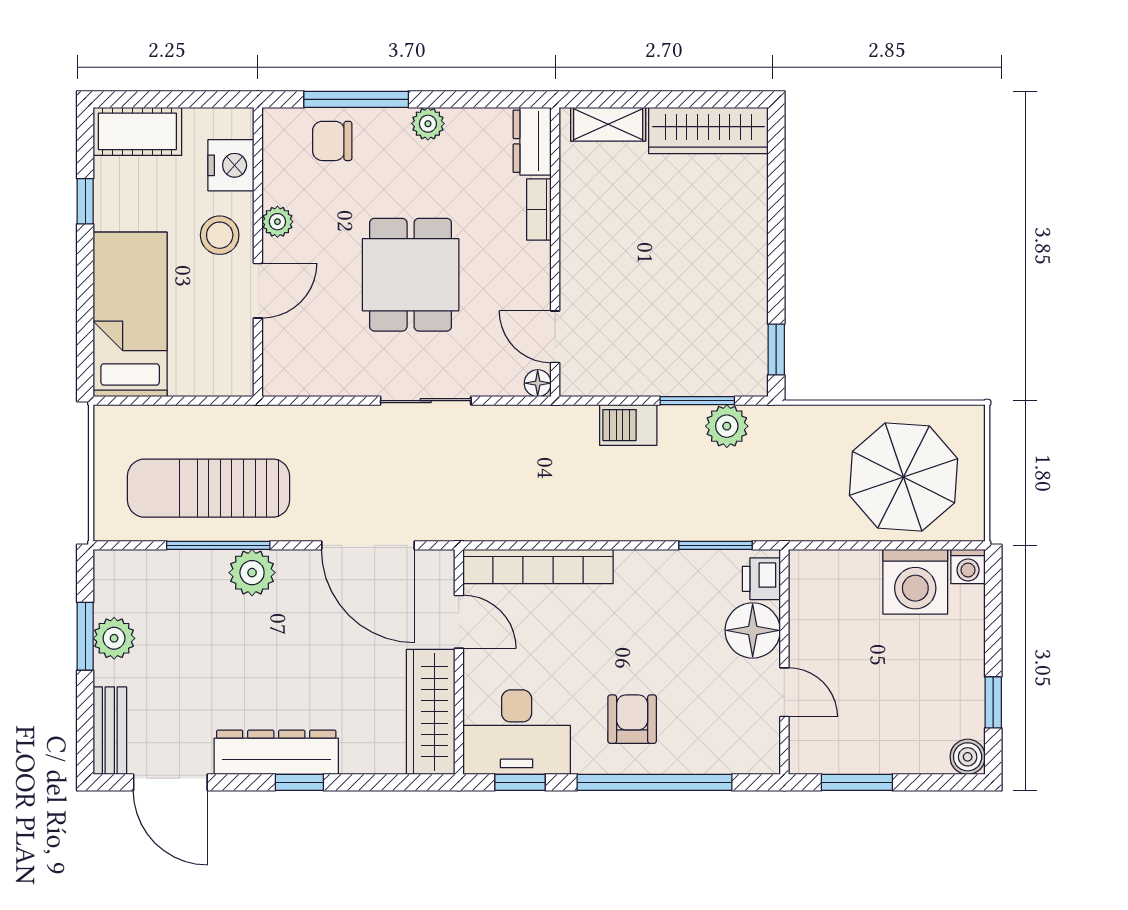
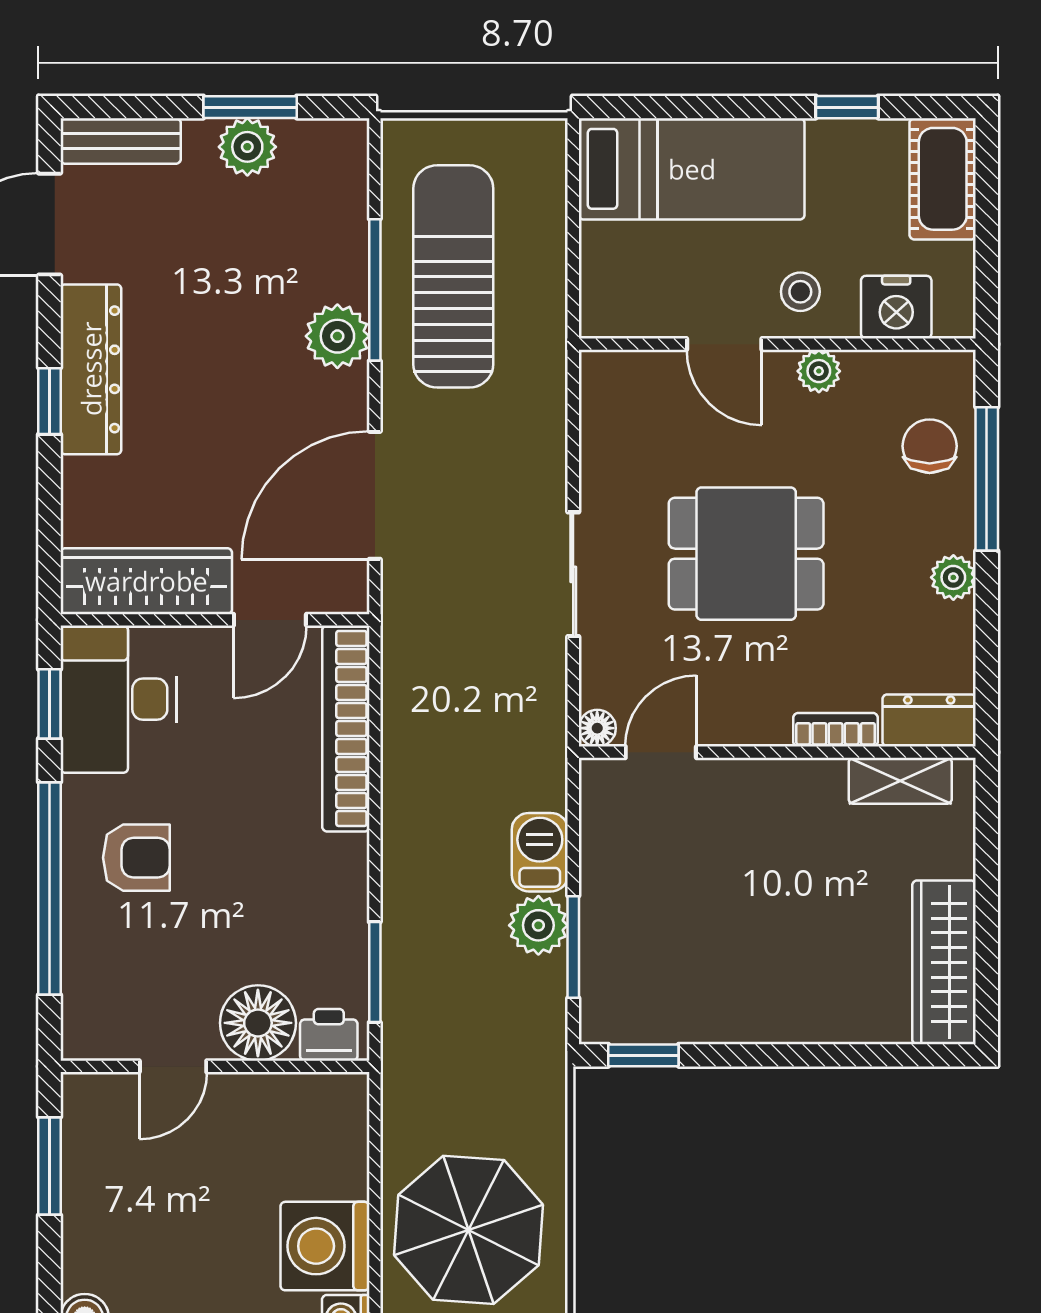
shelving: (608, 124) -> (900, 781), moved, turned 90
stool: (220, 235) -> (800, 292), width x0.73, depth x0.73
plant: (727, 426) -> (538, 925), moved

